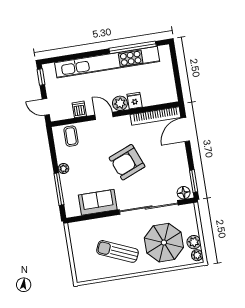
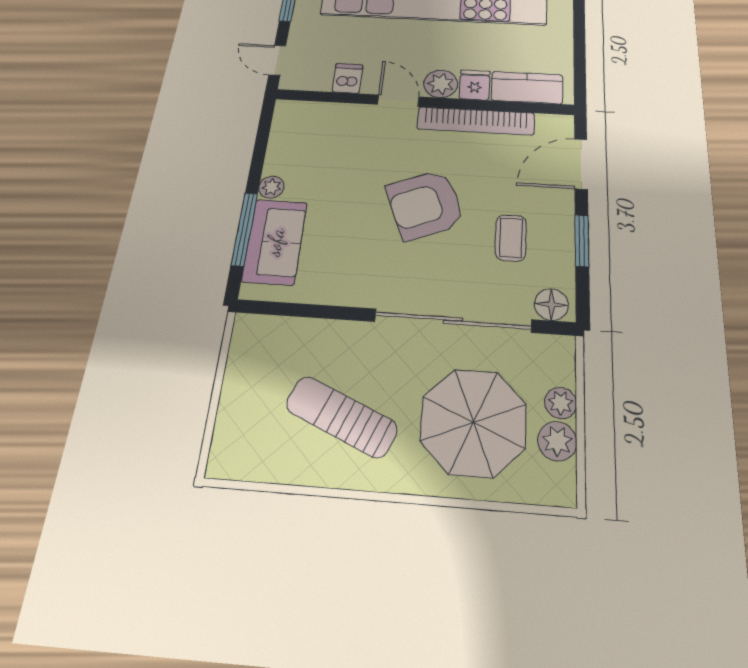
kitchen counter: (157, 97) -> (527, 88), added
bookcase: (156, 116) -> (476, 121), moved
coffee table: (71, 136) -> (511, 238), moved
window: (194, 181) -> (582, 241), moved
sofa: (98, 202) -> (275, 242), moved, turned 90
plant: (197, 255) -> (561, 403), moved

